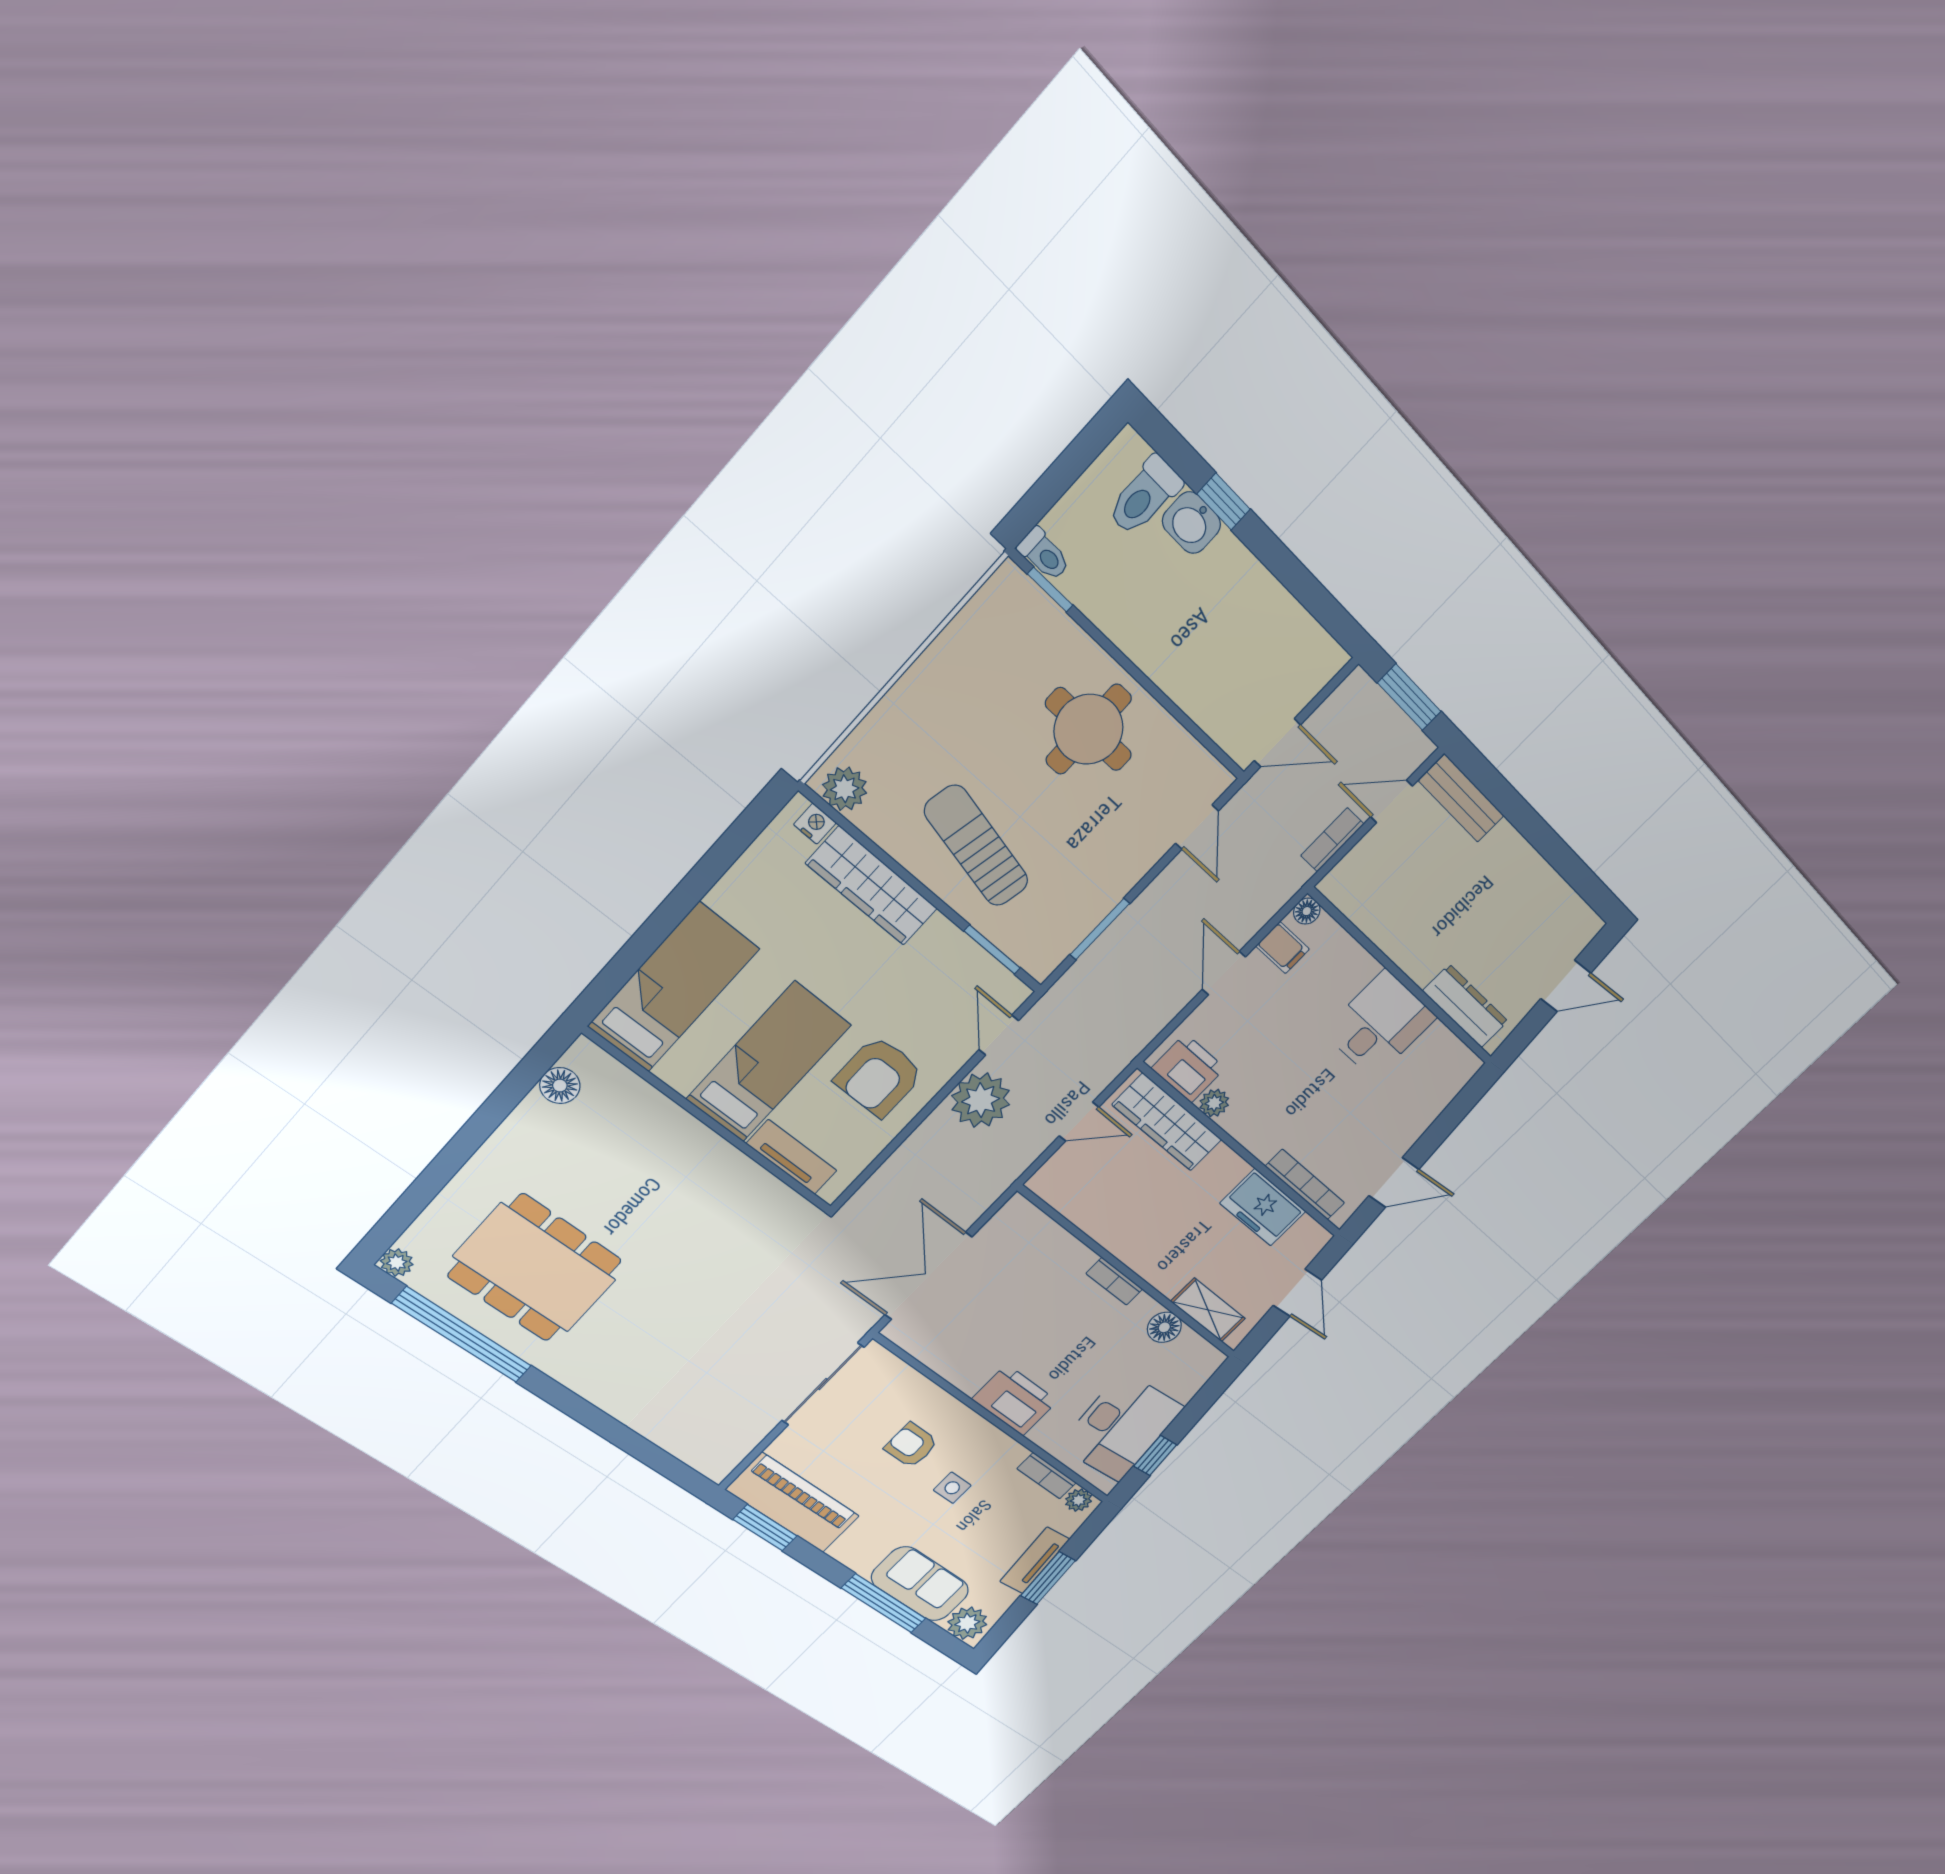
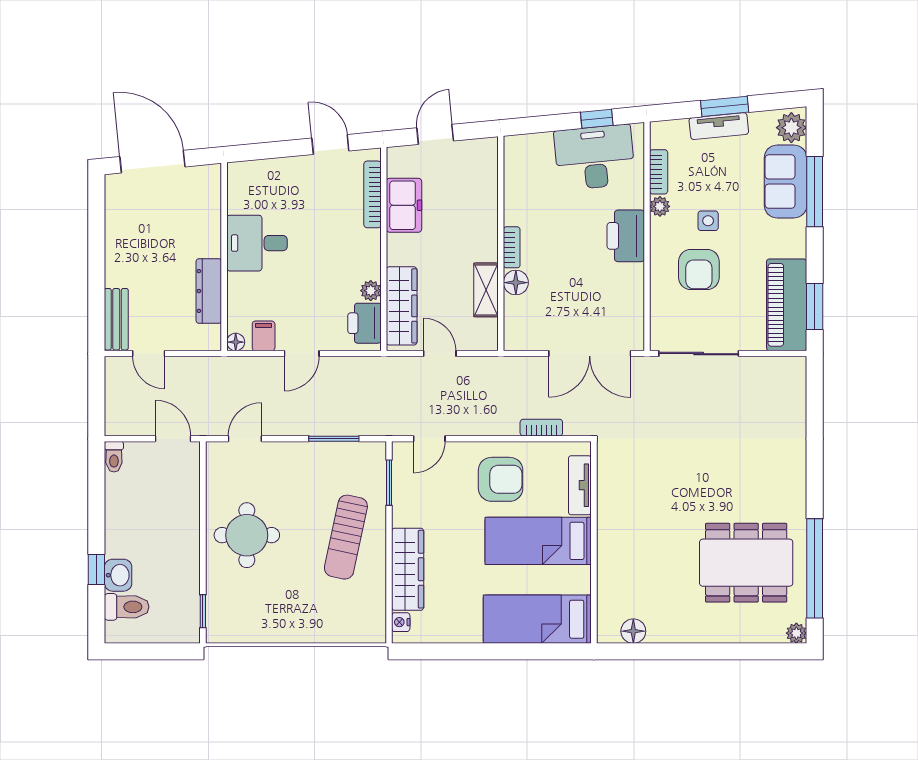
toilet: (1044, 554) -> (114, 457), moved, turned 180
window: (1409, 697) -> (96, 395), removed
plant: (845, 789) -> (373, 623), removed
bookcase: (1332, 840) -> (541, 428), moved, turned 180
door: (1566, 986) -> (152, 162), width x1.87
dresser: (1466, 1006) -> (209, 291), moved
plant: (981, 1100) -> (471, 416), removed
dining table: (535, 1268) -> (746, 563), turned 90
shelving: (1208, 1310) -> (486, 290), moved
floor lamp: (1164, 1327) -> (516, 283), moved
armchair: (911, 1445) -> (699, 270), width x1.38, depth x1.38
plant: (1079, 1500) -> (660, 206), moved

